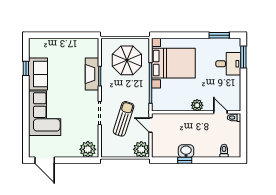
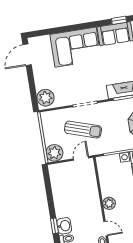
door: (220, 112) -> (106, 229), hinge flipped
washbasin: (186, 151) -> (64, 226), moved
window: (185, 160) -> (54, 226), moved

